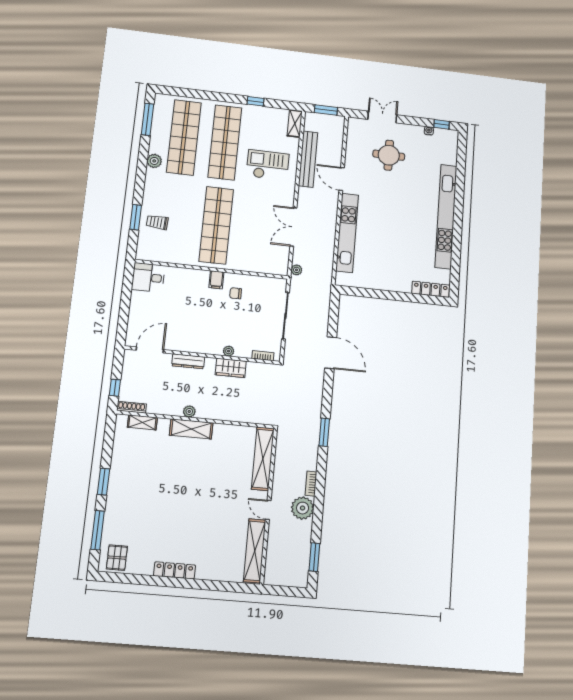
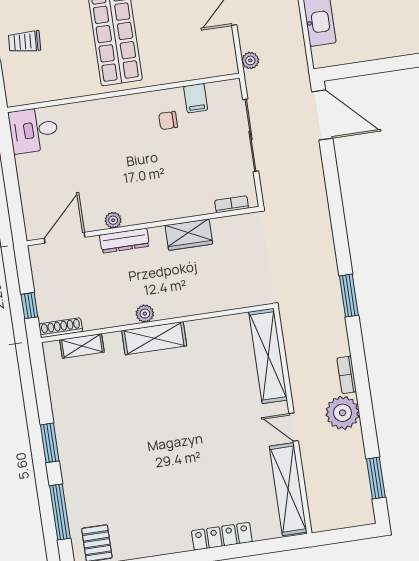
filing cabinet: (216, 280) -> (196, 98), moved
plant: (229, 351) -> (113, 220), moved
door: (331, 353) -> (322, 115), moved
locker: (175, 570) -> (222, 536), moved

